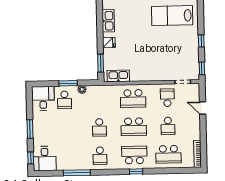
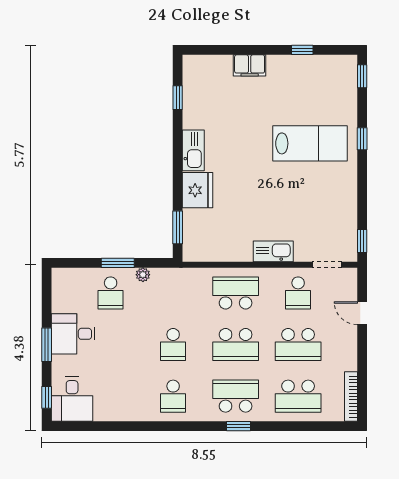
lab bench: (172, 16) -> (310, 143), turned 180
window: (201, 41) -> (362, 139), moved
fridge: (109, 43) -> (198, 190), width x1.88, depth x1.34
kitchen sink: (118, 76) -> (273, 251), moved
desk: (43, 98) -> (73, 334), moved, turned -90
school desk: (133, 98) -> (236, 293), turned 180
school desk: (167, 98) -> (298, 293), turned 180
school desk: (168, 126) -> (298, 345), width x1.85
window: (77, 173) -> (130, 426), removed

